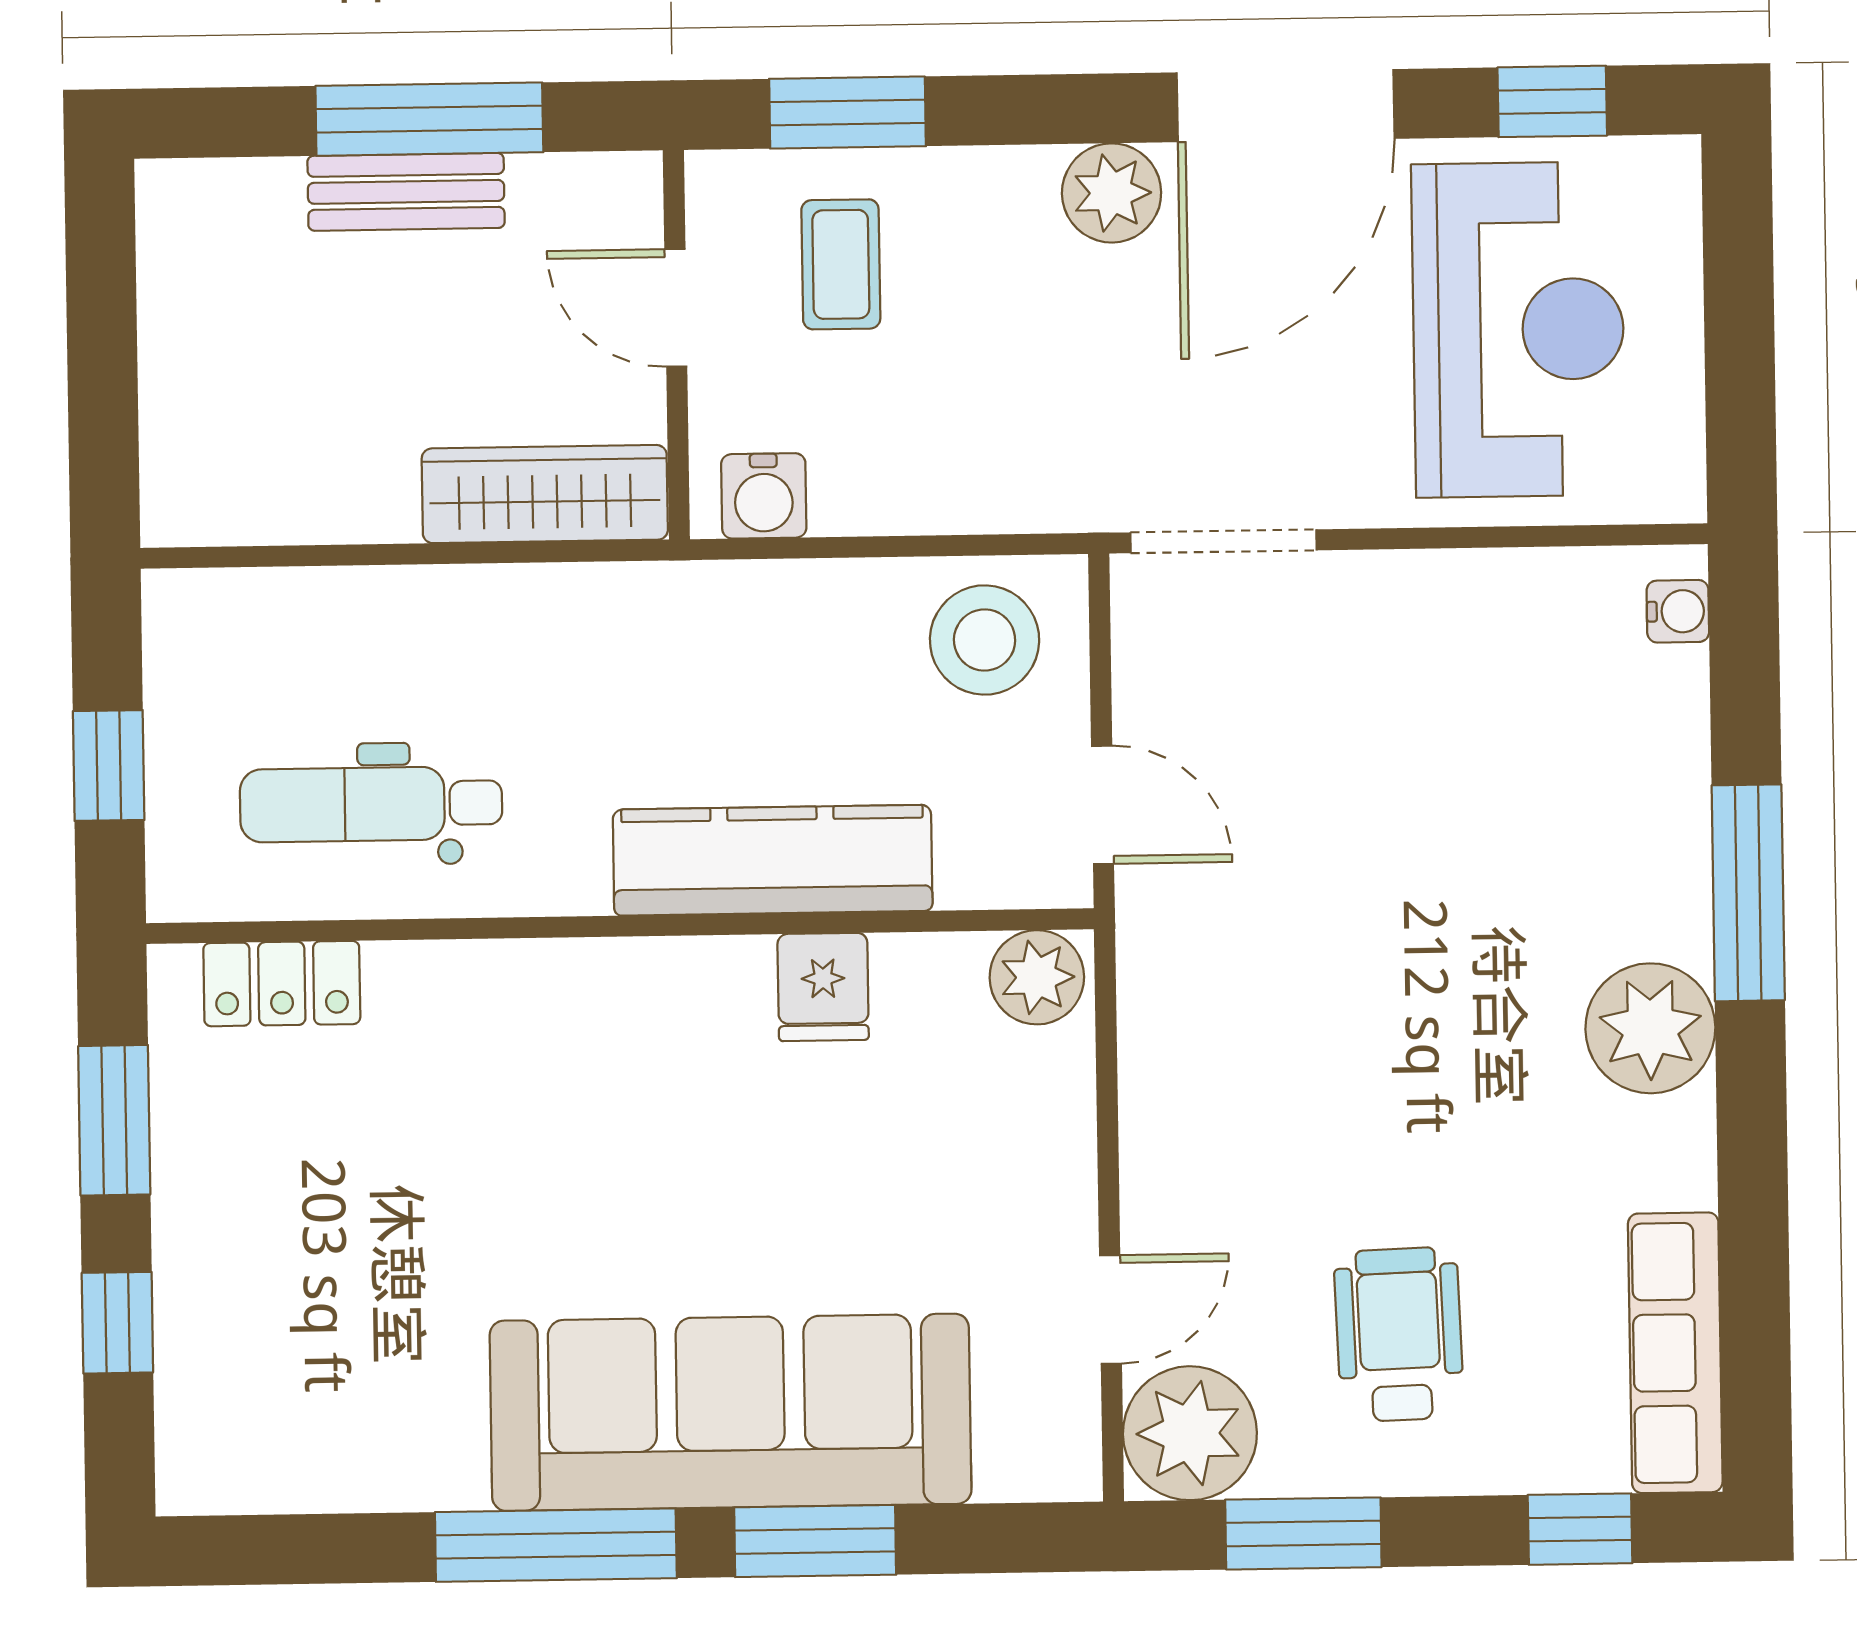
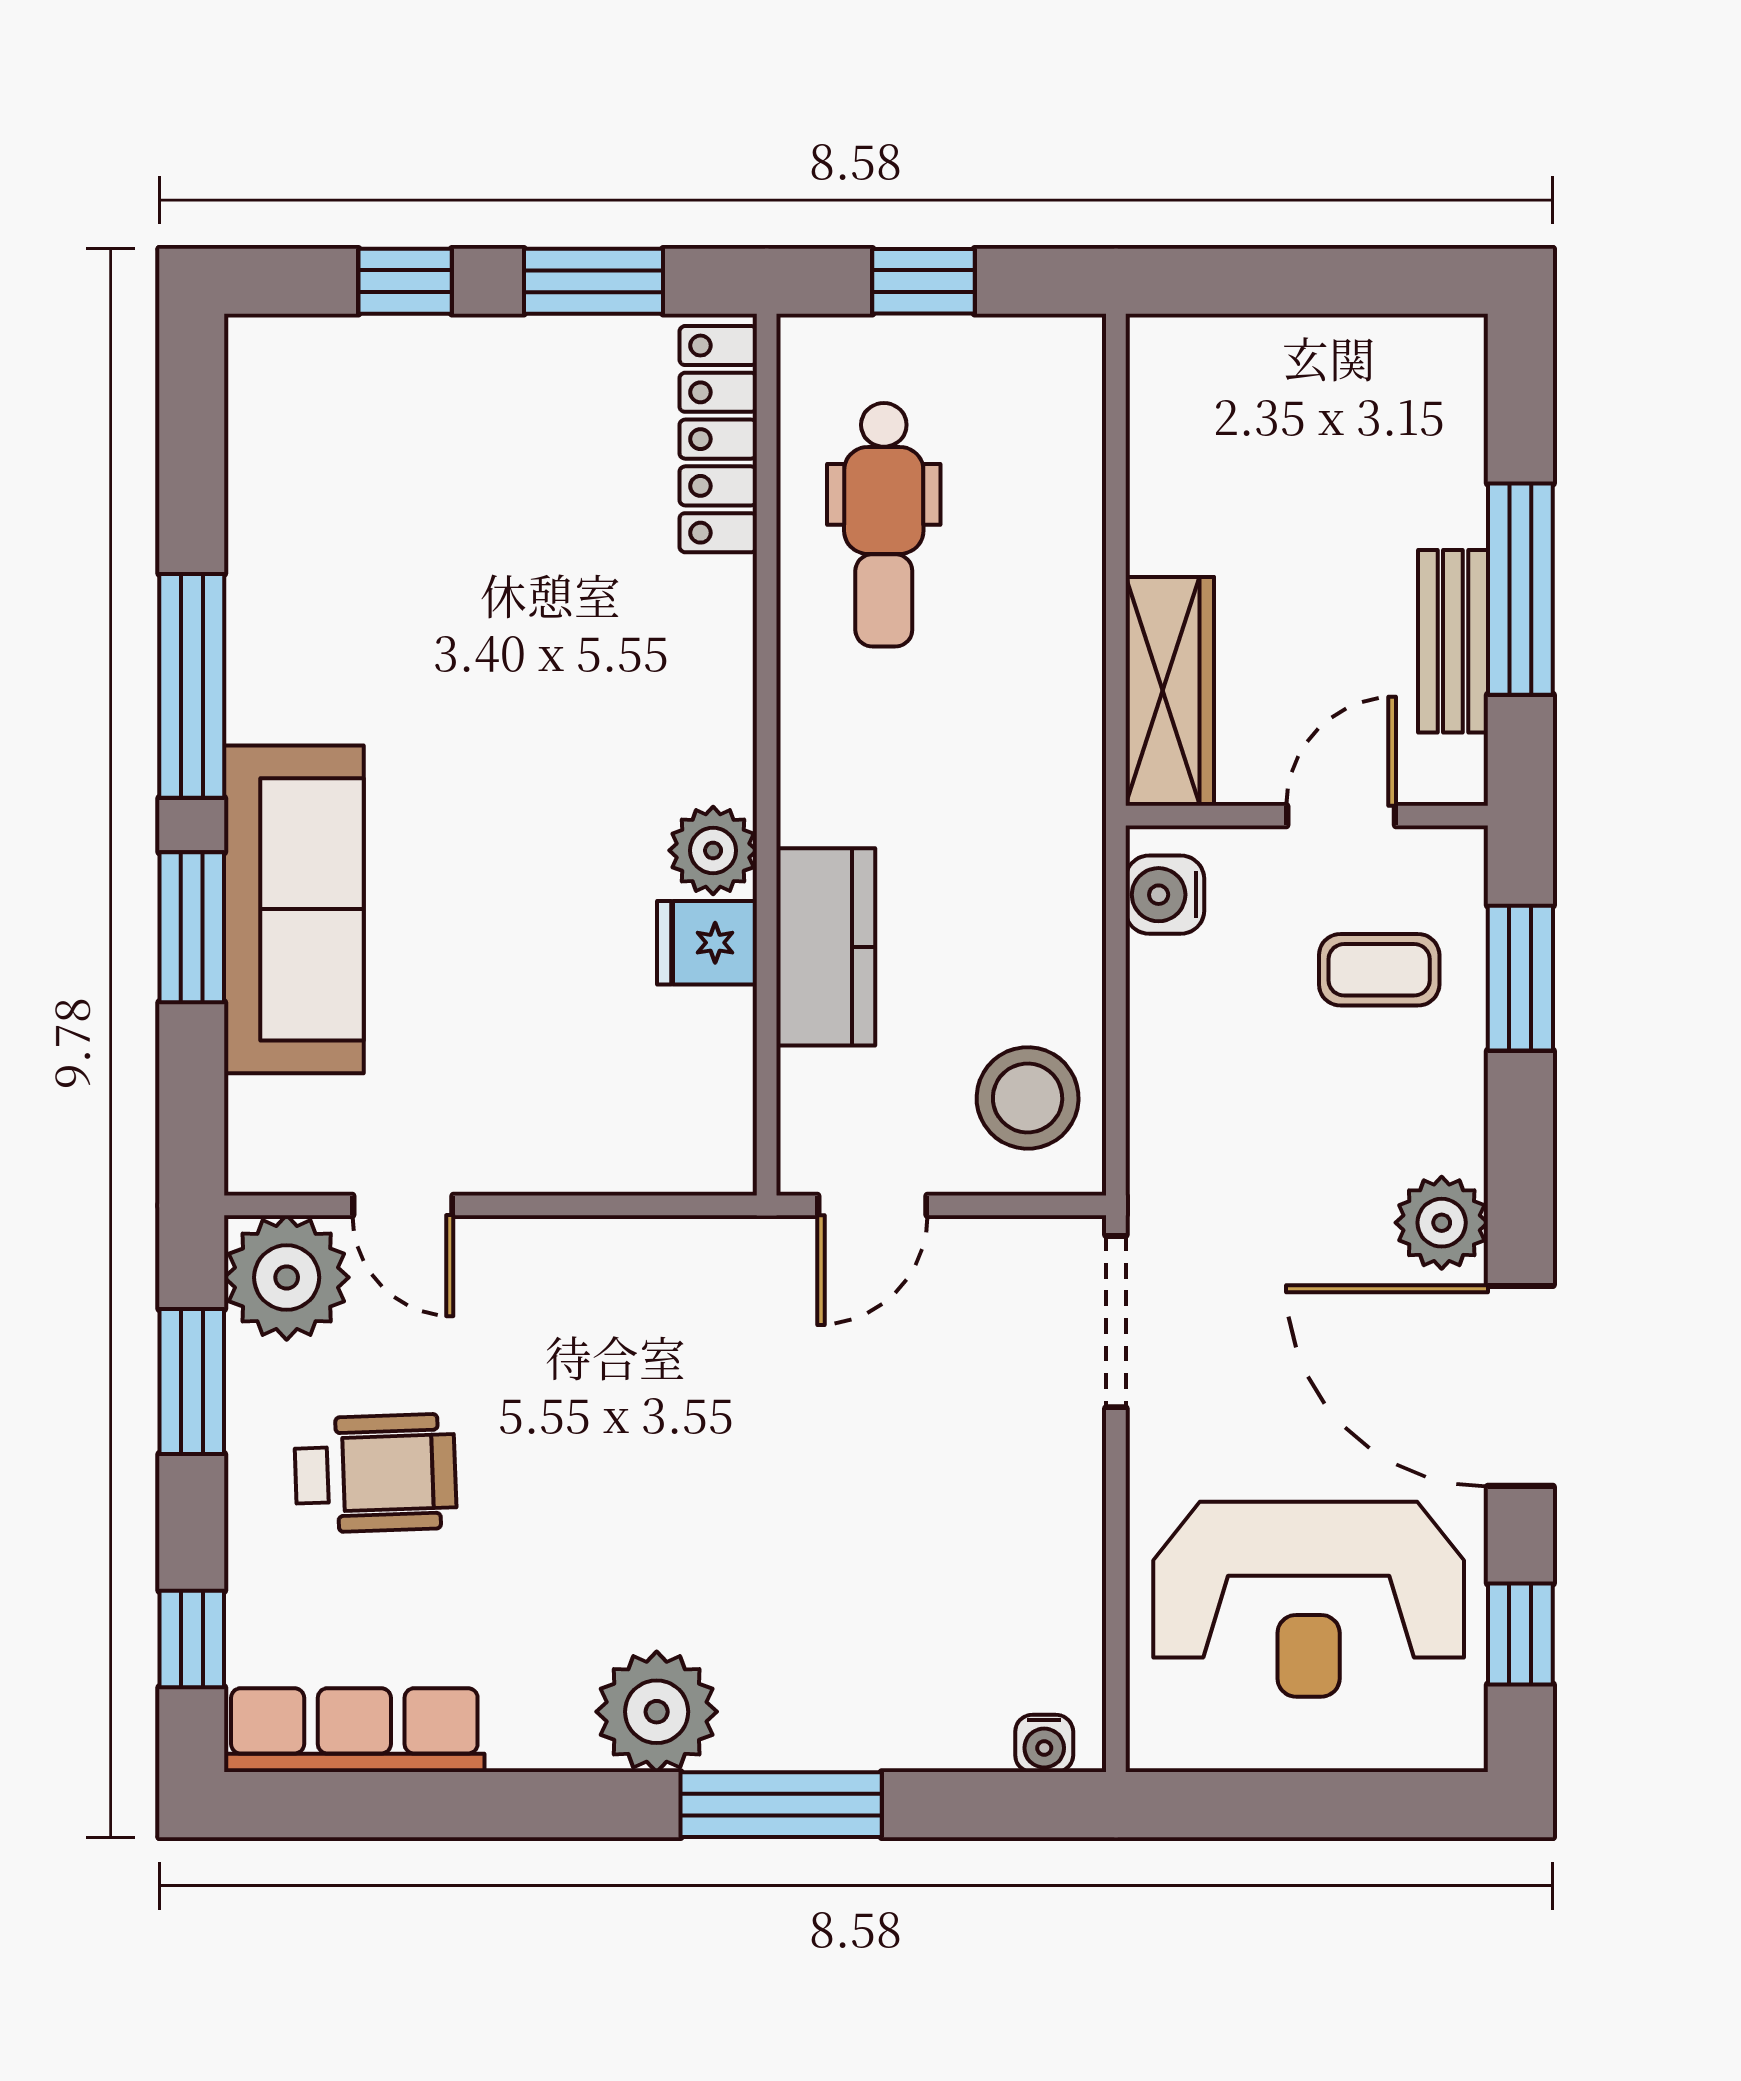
bench: (406, 192) -> (1453, 641), moved
dental chair: (371, 804) -> (884, 525), turned 180
kitchen counter: (773, 860) -> (826, 947), width x0.67
plant: (1037, 977) -> (713, 850), moved
locker: (282, 984) -> (718, 439), width x1.53
sofa: (731, 1412) -> (294, 909), width x0.74, depth x0.79

